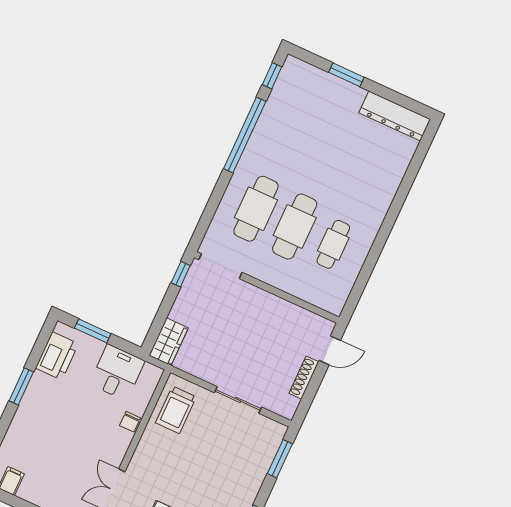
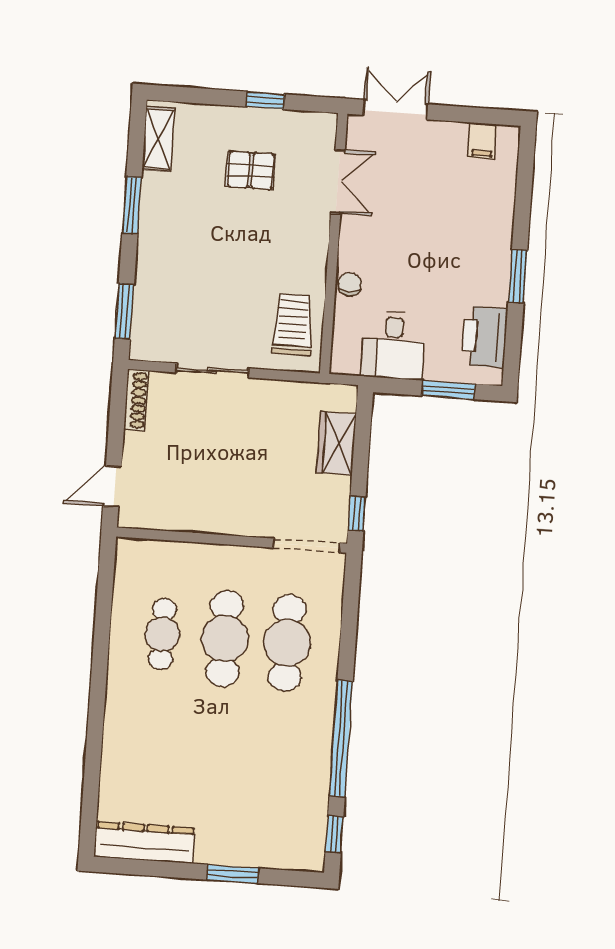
wardrobe: (169, 342) -> (336, 443), moved
shoe rack: (304, 378) -> (136, 400), moved

